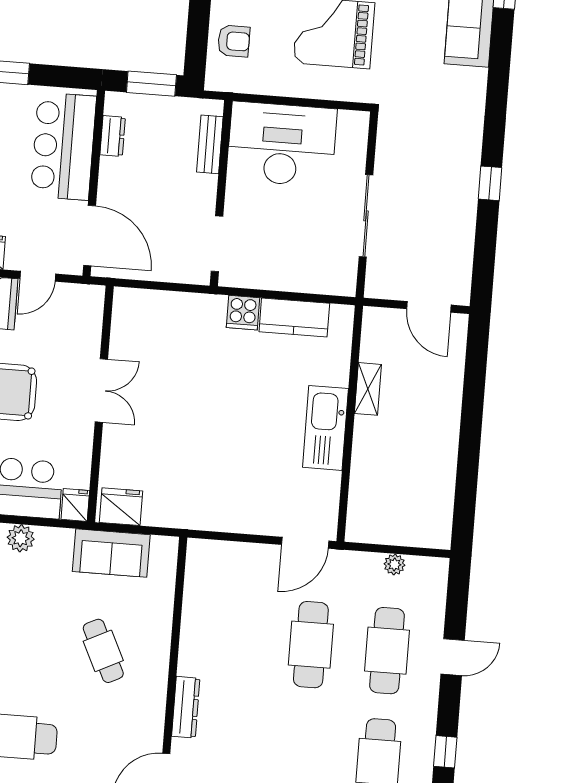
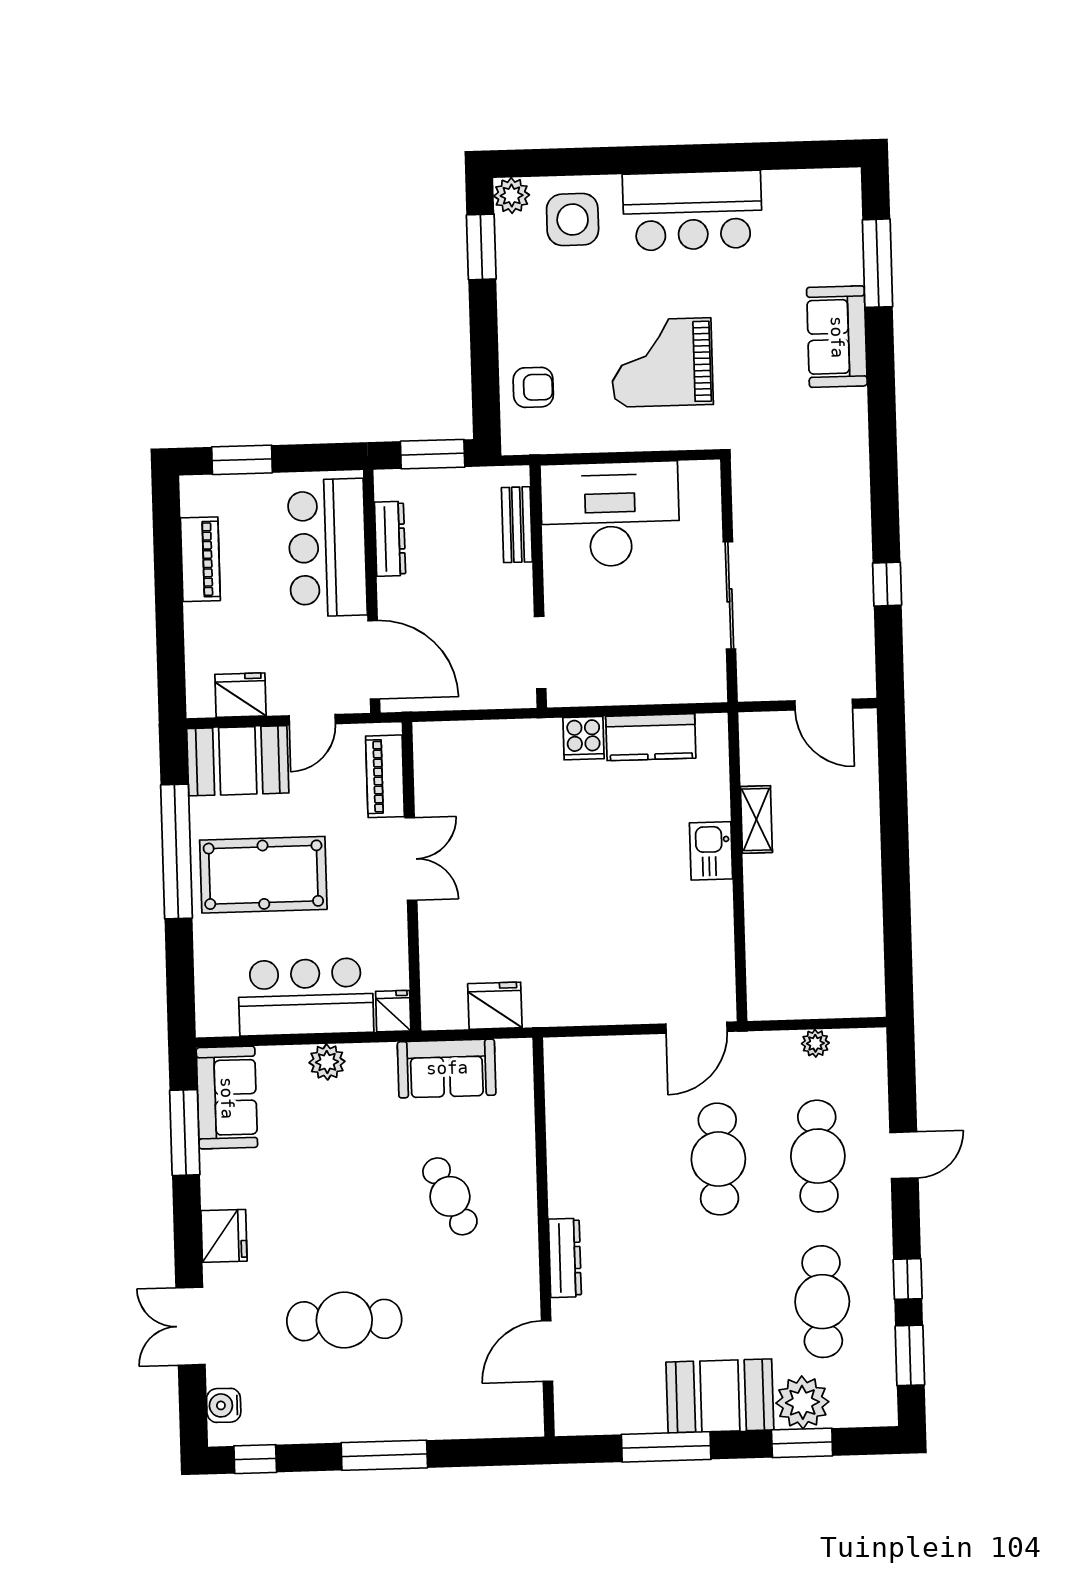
dresser: (113, 136) -> (390, 539), width x1.44
window: (490, 183) -> (887, 584), moved
piano: (89, 325) -> (385, 776), added
kitchen sink: (325, 428) -> (711, 851), width x0.53, depth x0.81
fridge: (121, 507) -> (495, 1006), moved

